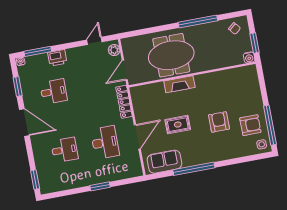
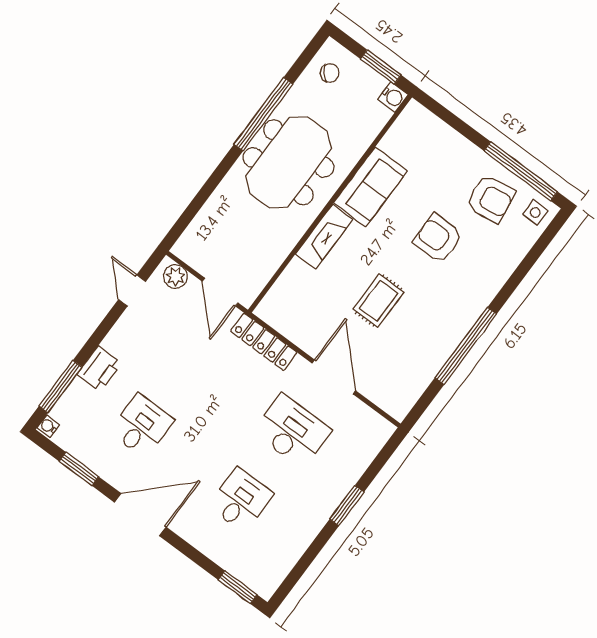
meeting table: (171, 55) -> (288, 162), moved
armchair: (250, 125) -> (491, 199), turned 82
sofa: (164, 162) -> (370, 187), moved, turned 180

